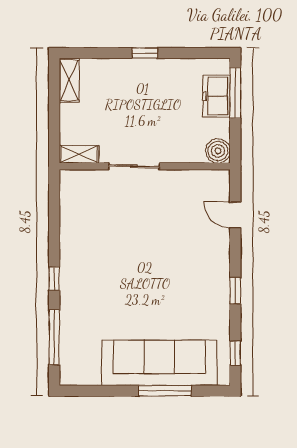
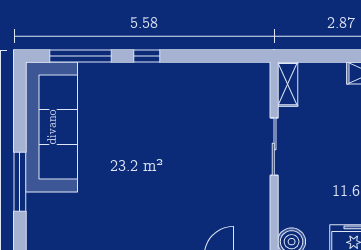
sofa: (159, 363) -> (52, 127), moved

